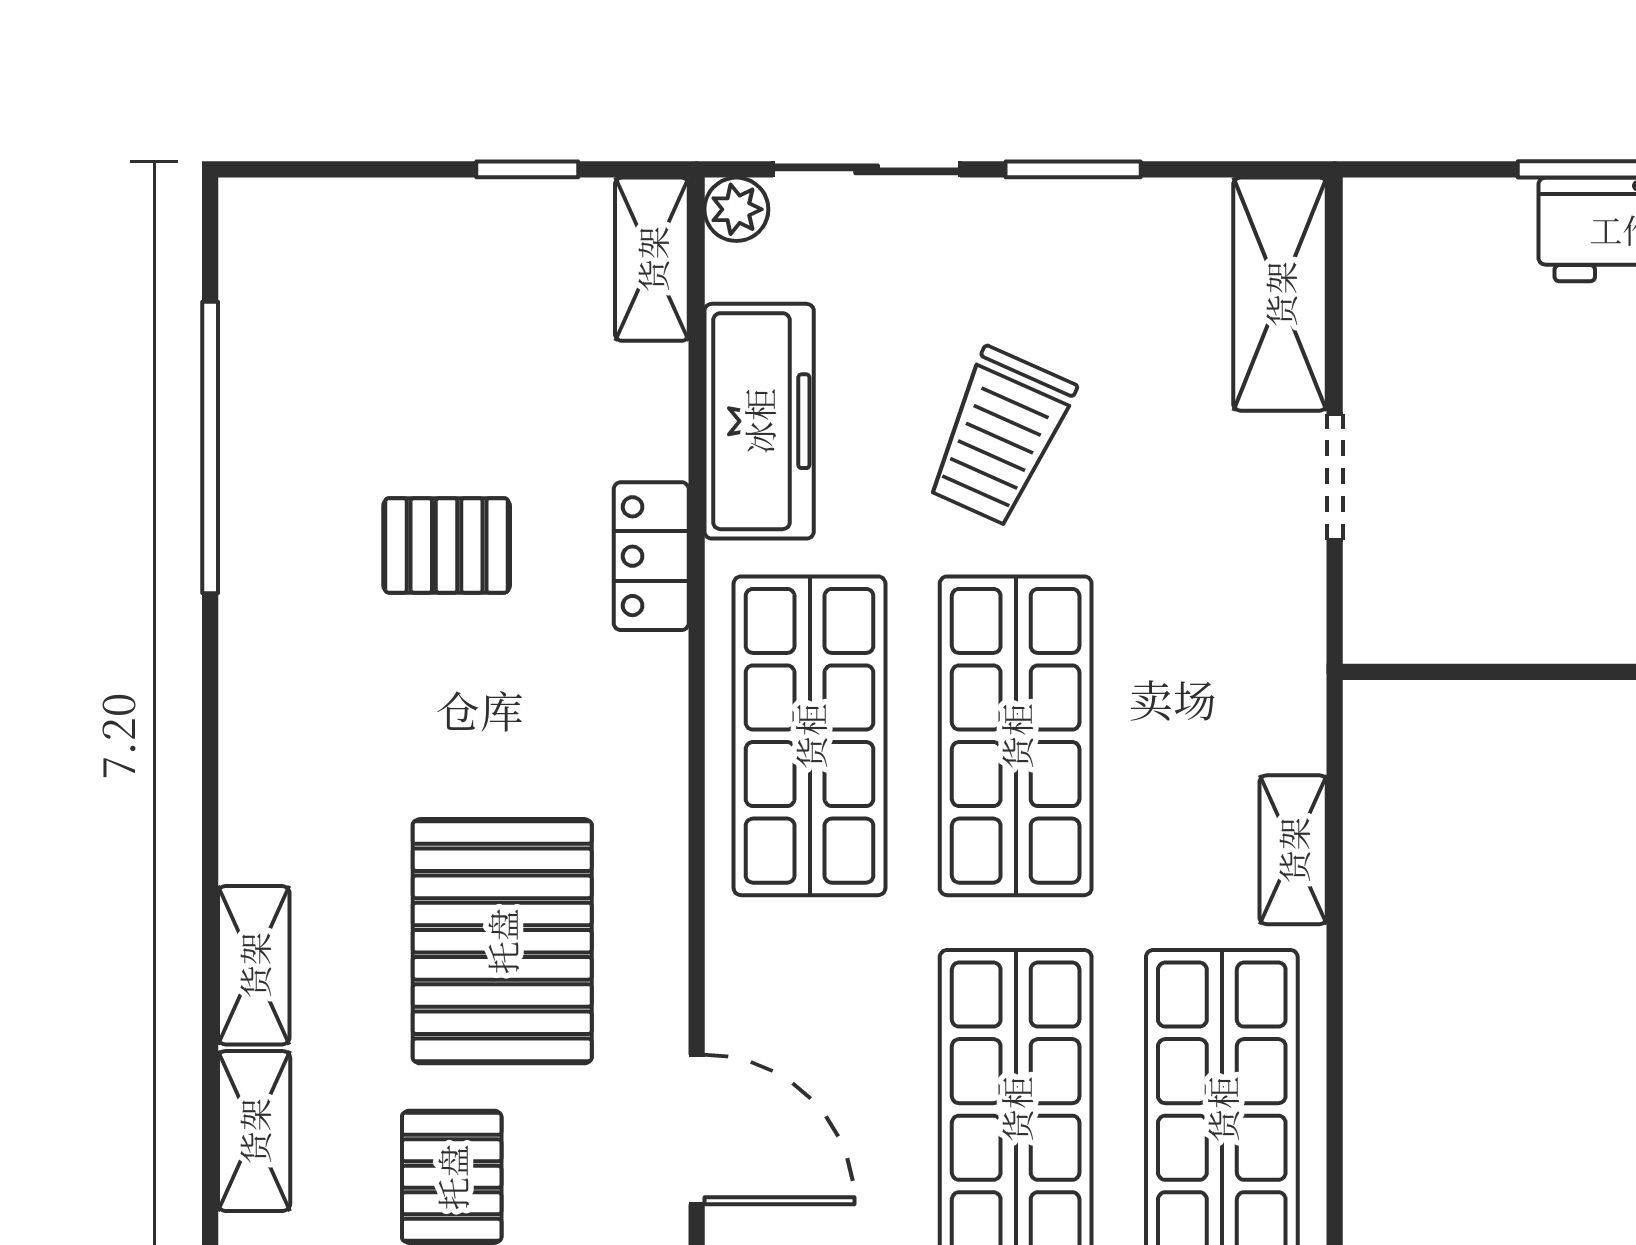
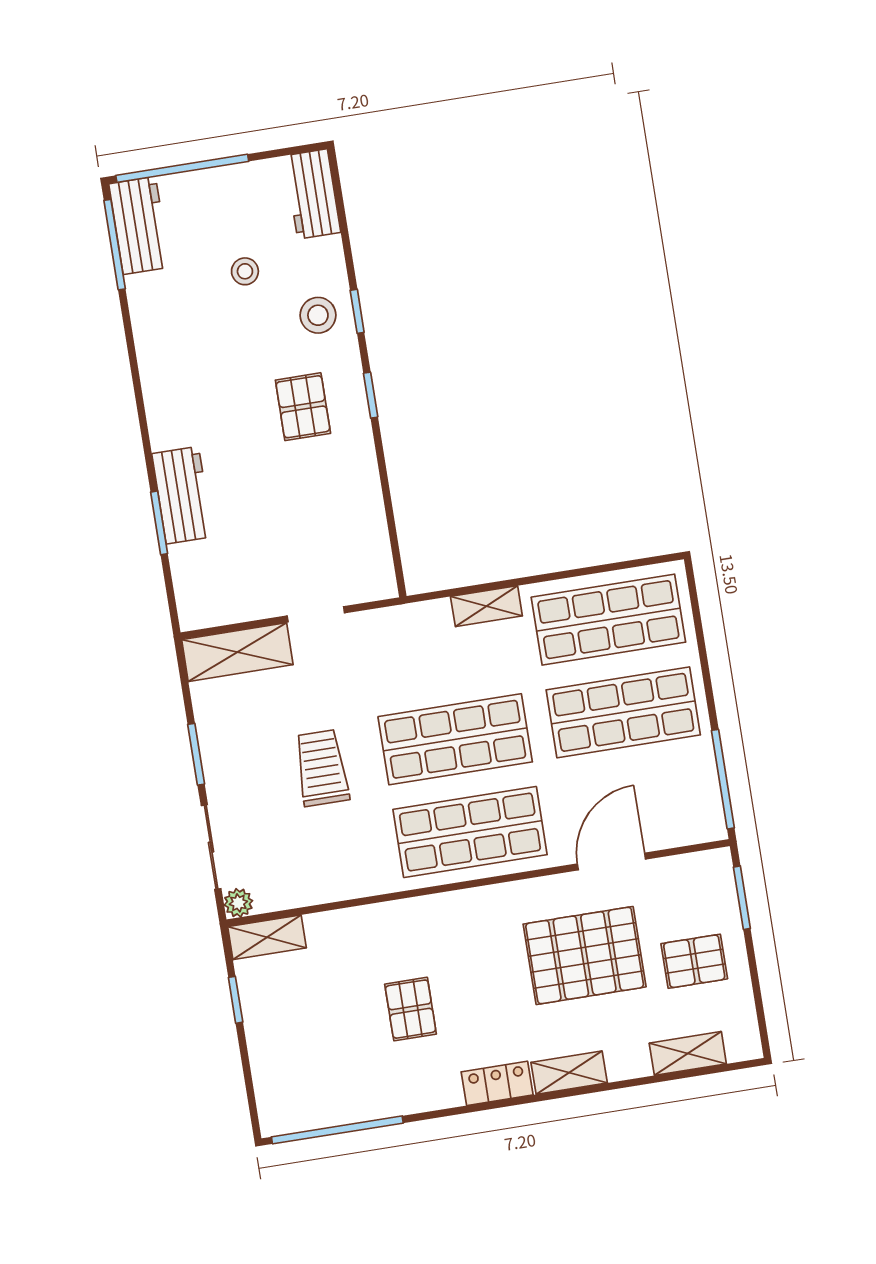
freezer: (759, 421) -> (332, 877), removed
trolley: (1000, 437) -> (322, 768), turned -114
window: (210, 448) -> (337, 1130), moved
locker: (651, 556) -> (497, 1083), moved, turned 180
shelving: (254, 965) -> (569, 1073), moved
door: (697, 1129) -> (611, 861), moved

